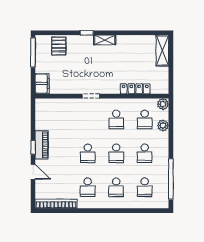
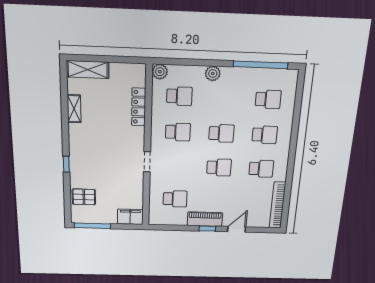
shelving: (105, 40) -> (74, 109), moved
plant: (163, 126) -> (213, 74), moved
school desk: (145, 153) -> (175, 199), moved

